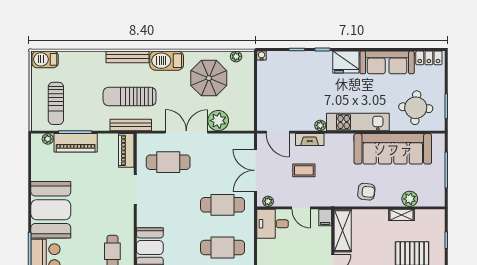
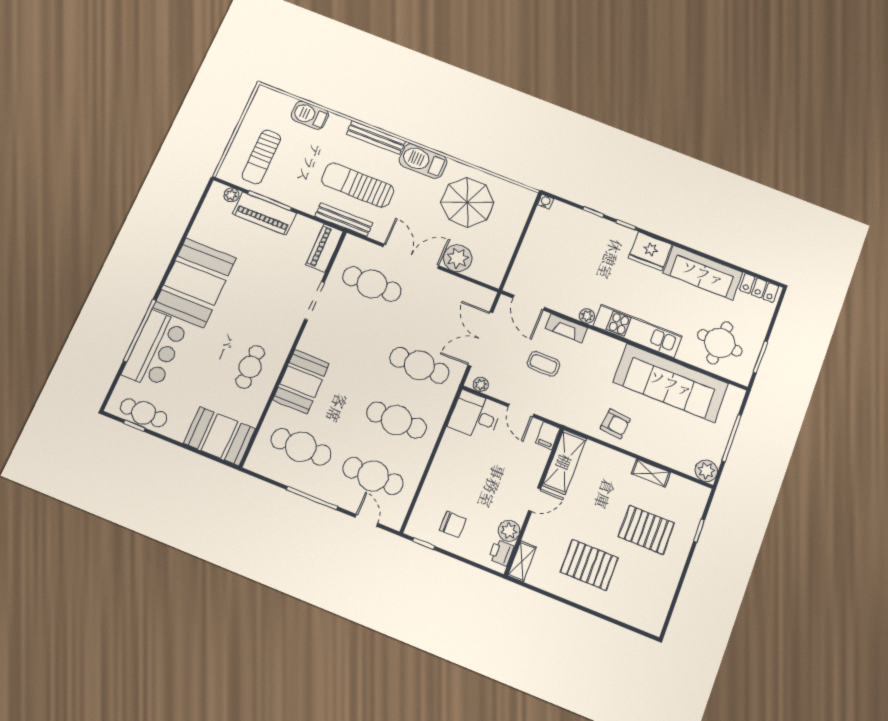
plant: (236, 56) -> (513, 190), removed
barbecue: (45, 59) -> (310, 115), moved
plant: (410, 199) -> (706, 471), moved

